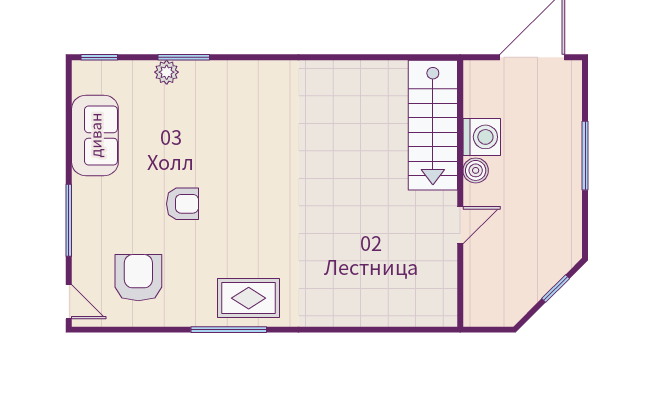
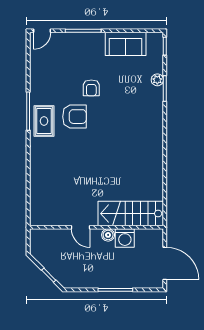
armchair: (138, 278) -> (74, 117), moved

